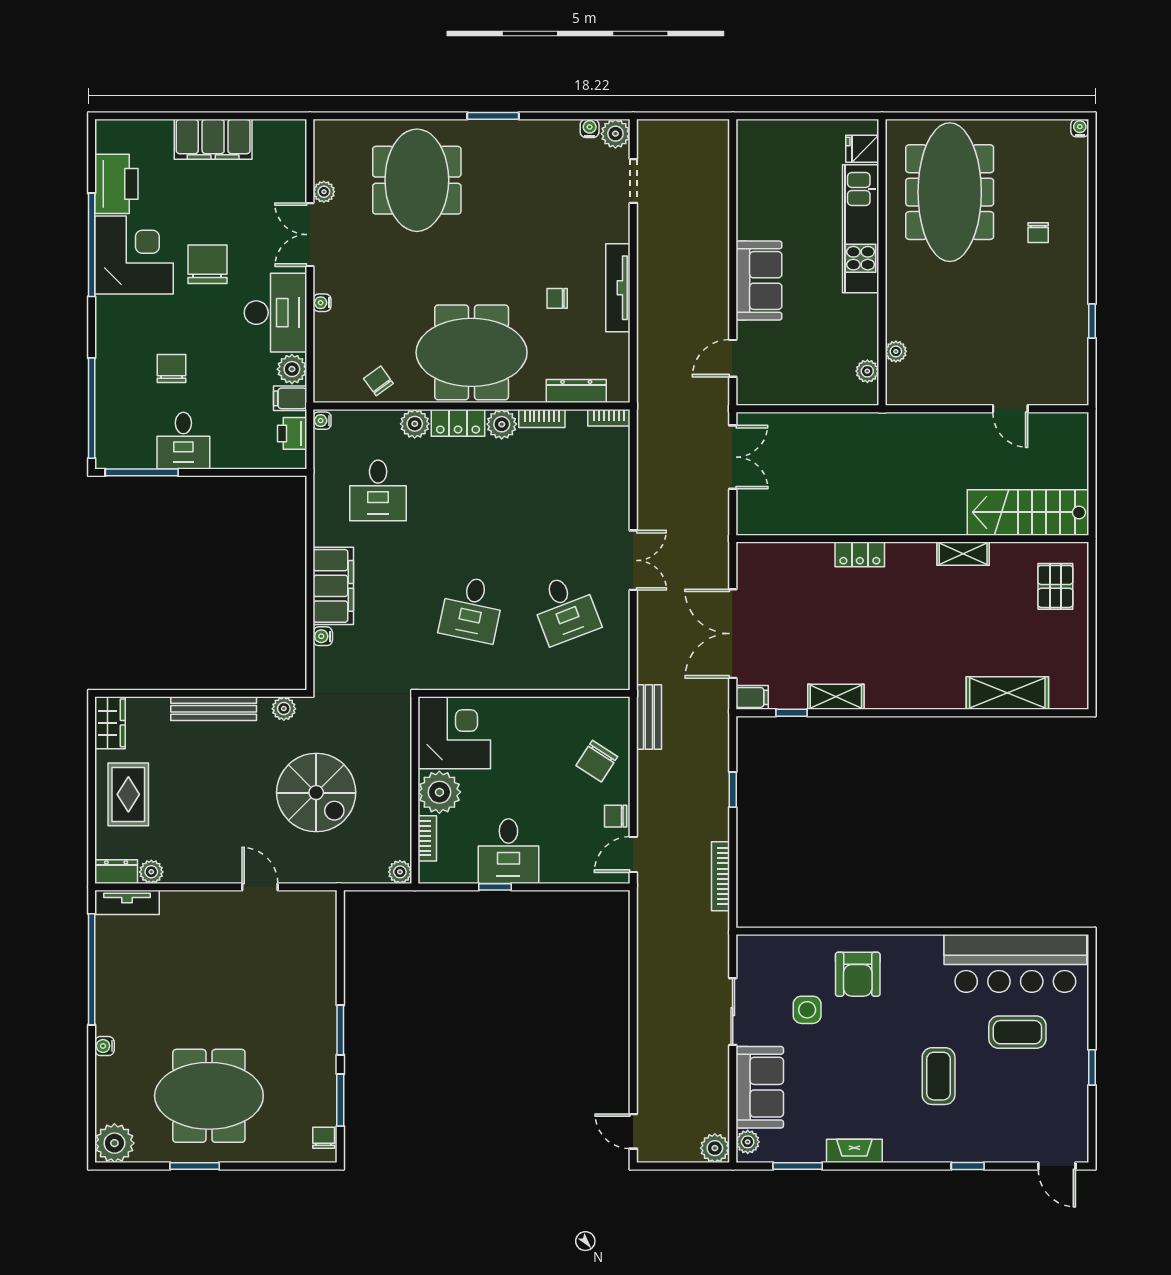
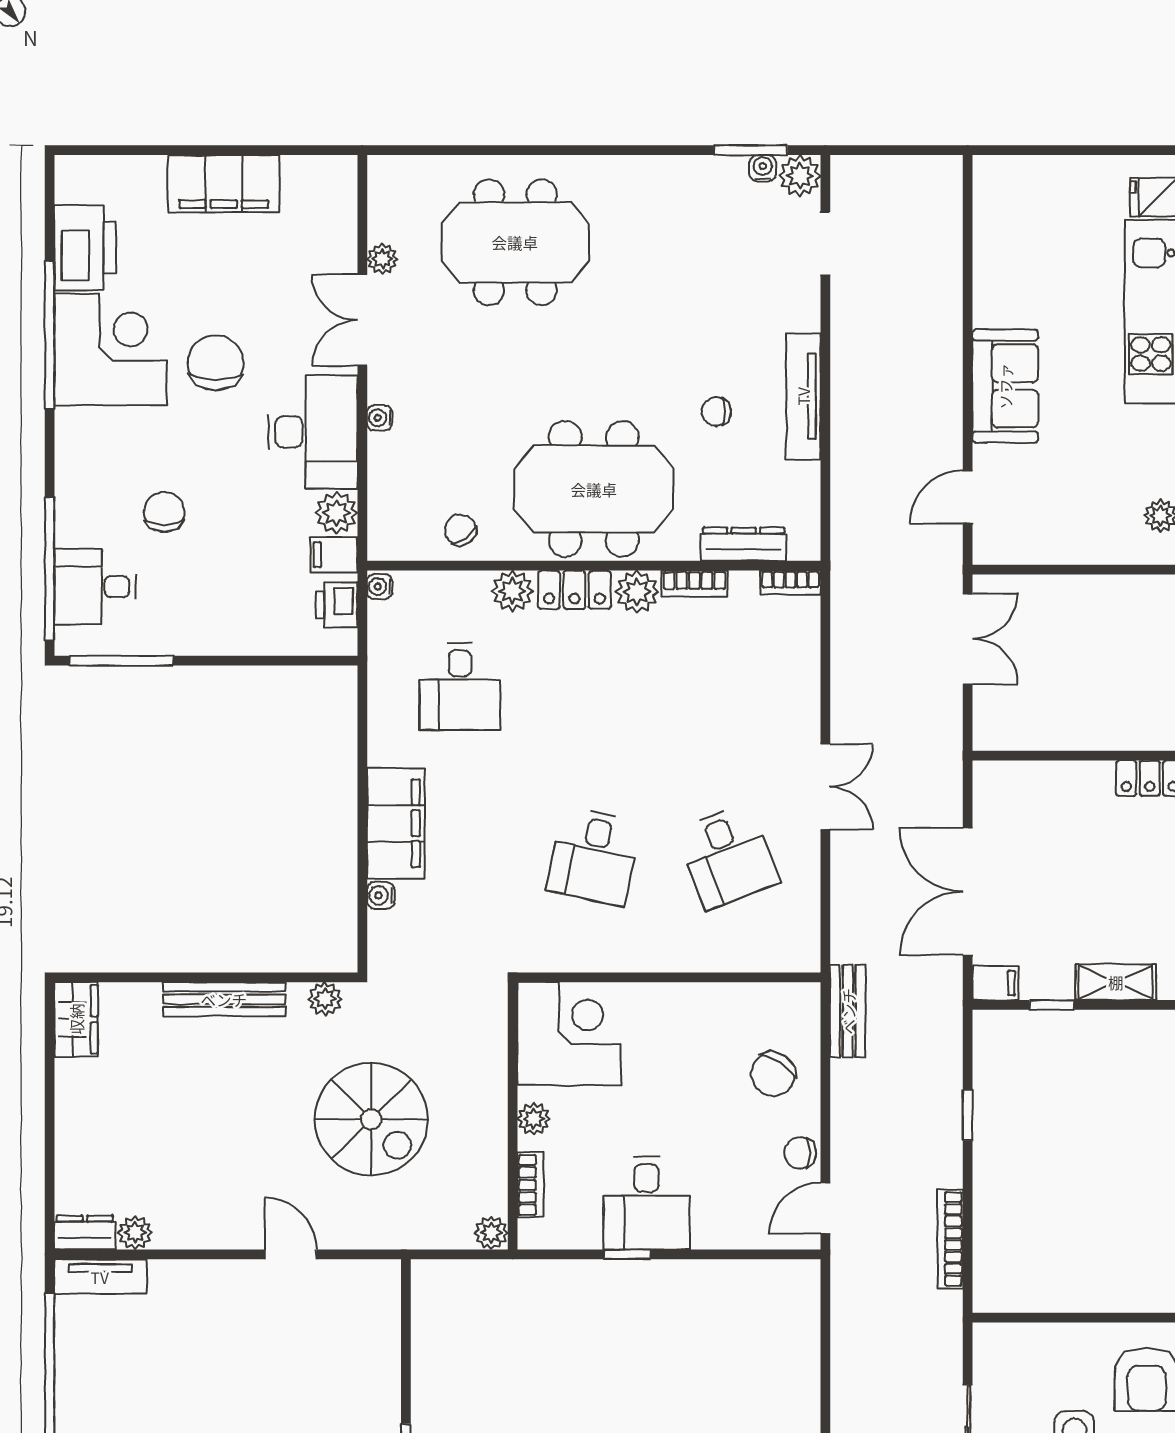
window: (493, 116) -> (751, 150), moved
meeting table: (417, 180) -> (515, 242), turned 90
desk: (183, 441) -> (95, 587), moved, turned 90
plant: (439, 792) -> (534, 1119), width x0.53, depth x0.53
rug: (128, 794) -> (102, 1122), removed

